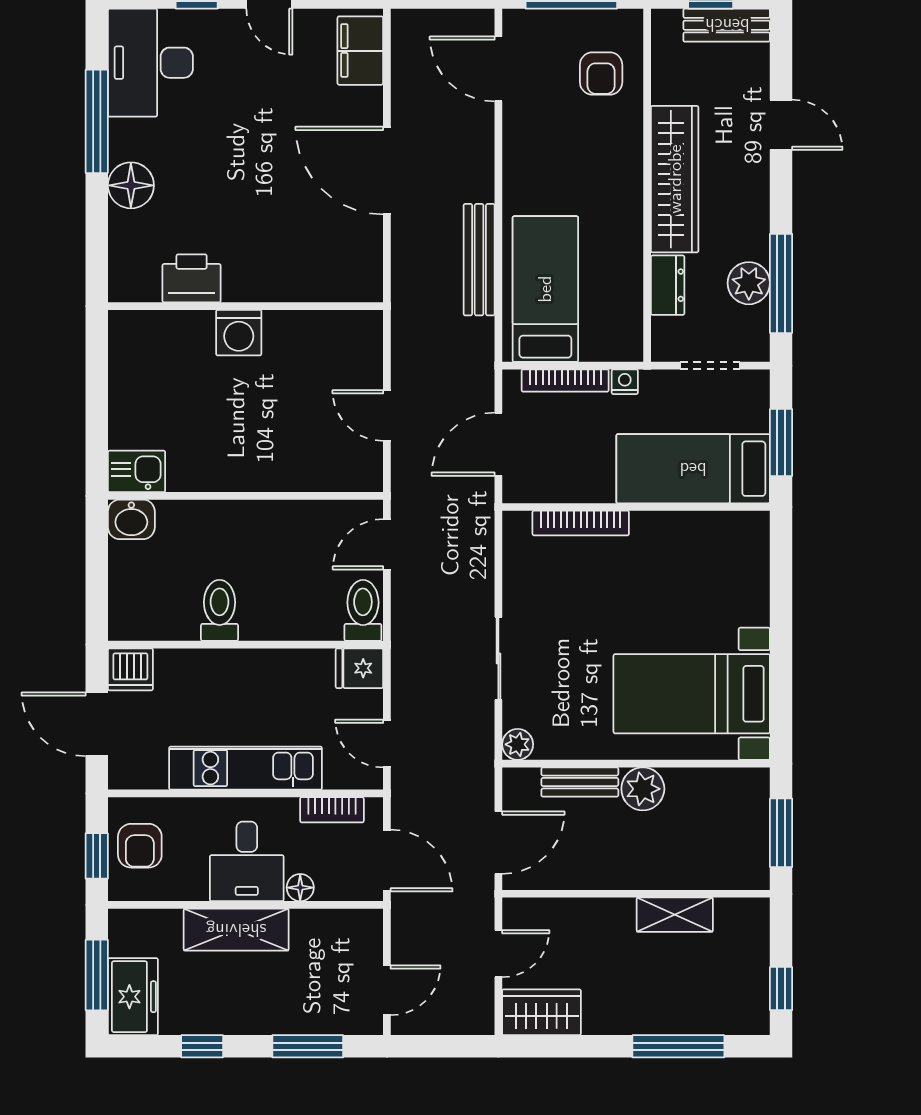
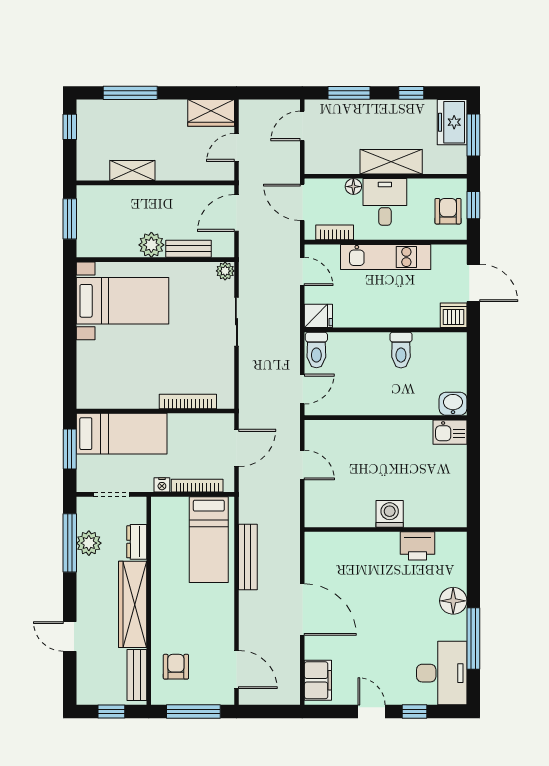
bench: (727, 25) -> (137, 675), moved, turned 90

